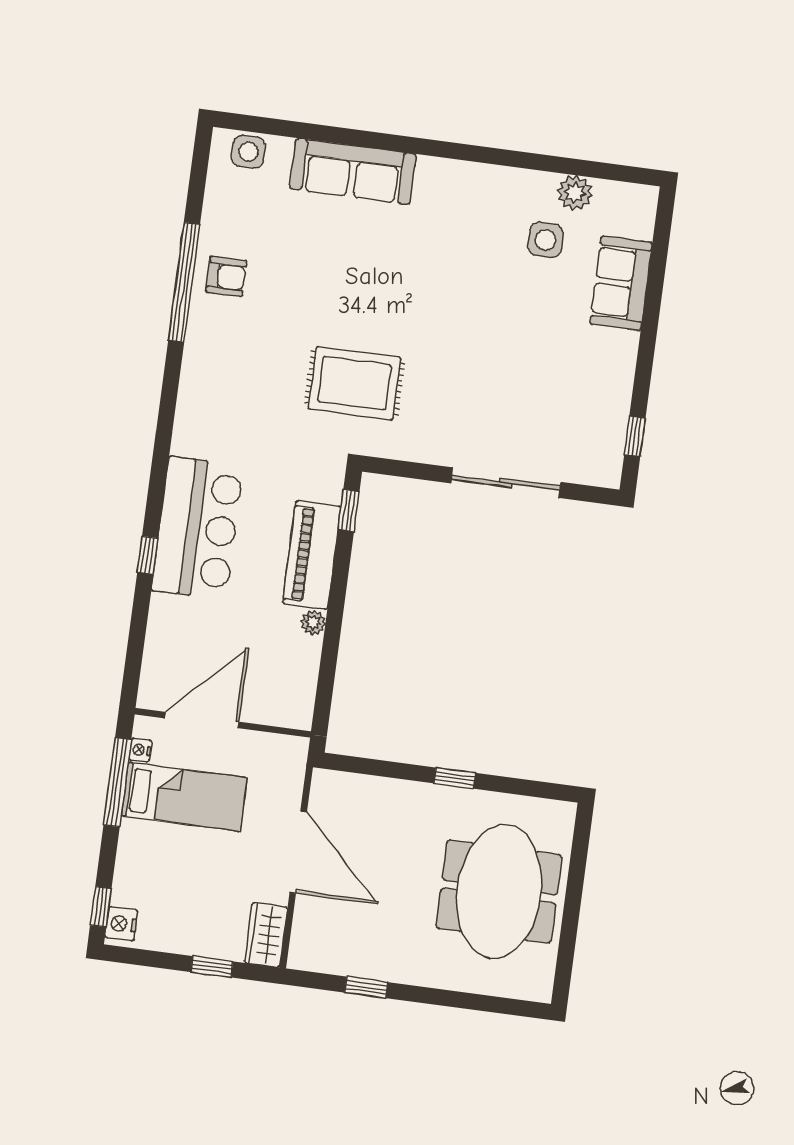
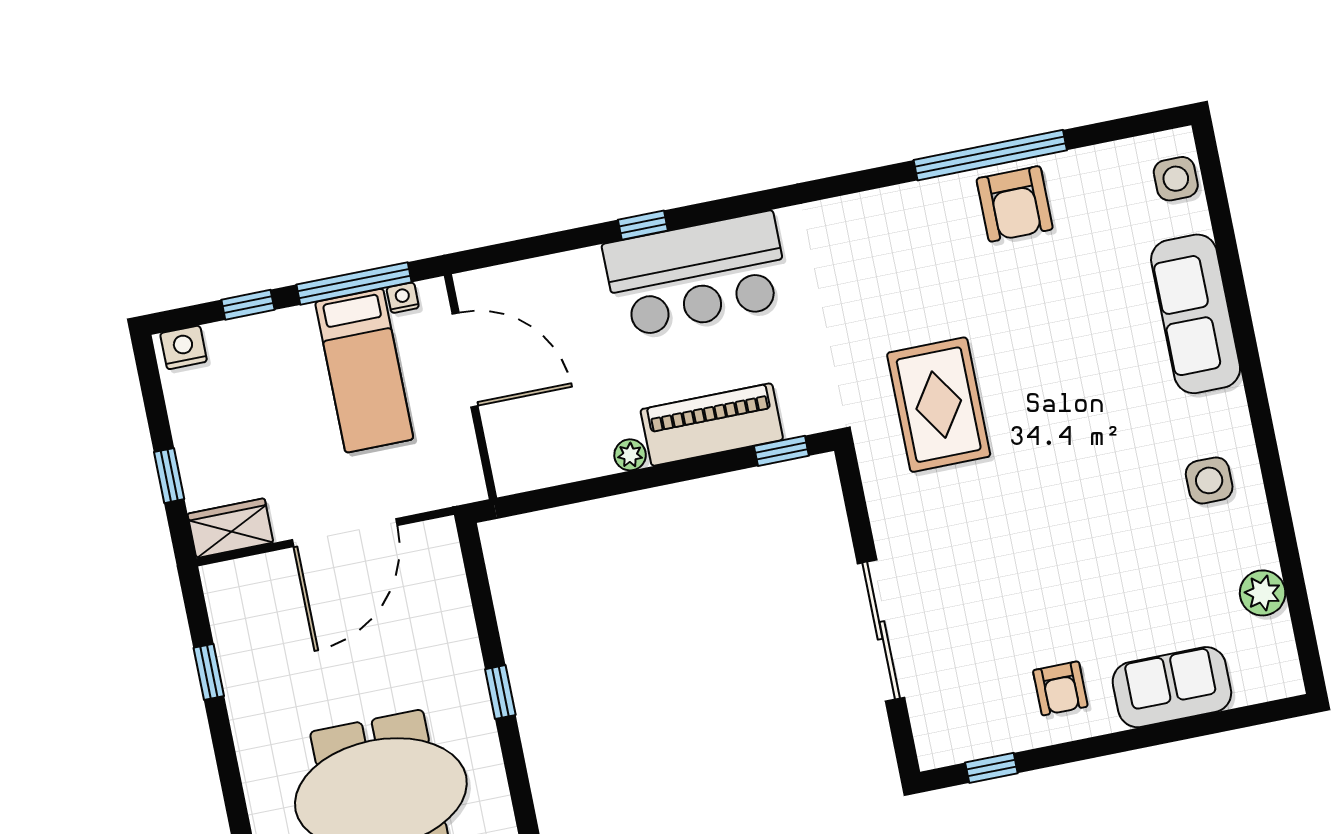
side table: (546, 240) -> (1209, 480), moved
armchair: (226, 277) -> (1015, 204), width x1.38, depth x1.38
armchair: (594, 366) -> (1060, 688), added
window: (101, 907) -> (248, 305), moved

